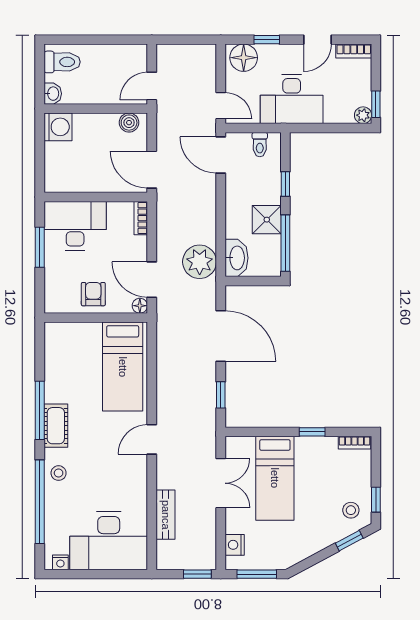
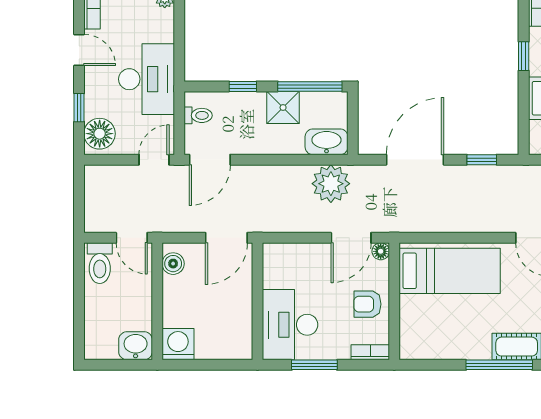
toilet: (62, 62) -> (100, 263), moved, turned 180
washbasin: (53, 94) -> (136, 346), width x1.38, depth x1.45
bookcase: (141, 218) -> (370, 352), moved, turned 180

